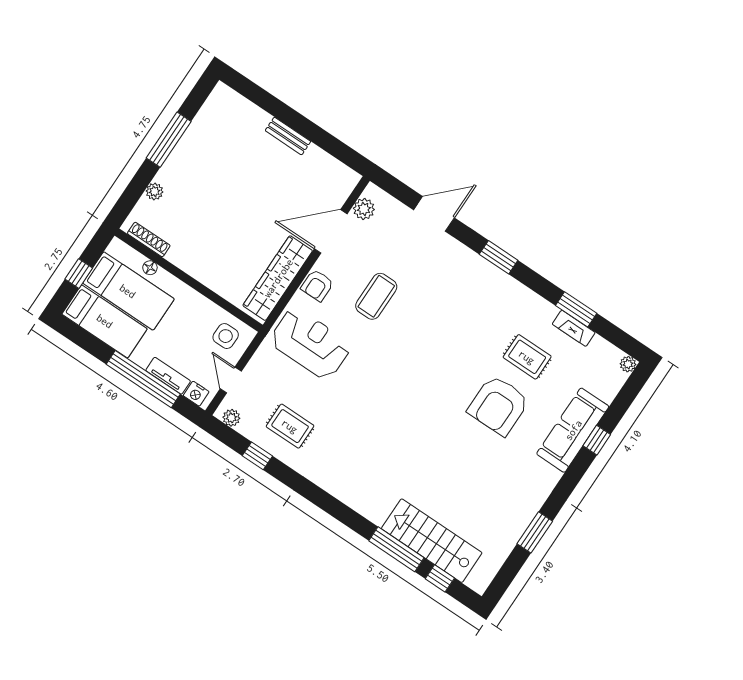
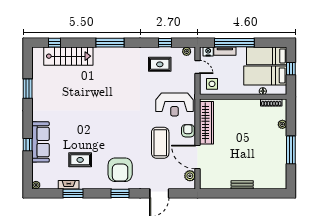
door: (331, 231) -> (198, 157), swing flipped
coffee table: (376, 296) -> (160, 143), width x1.36, depth x1.32
armchair: (498, 405) -> (120, 170), moved, turned 180
window: (396, 549) -> (110, 43), moved

